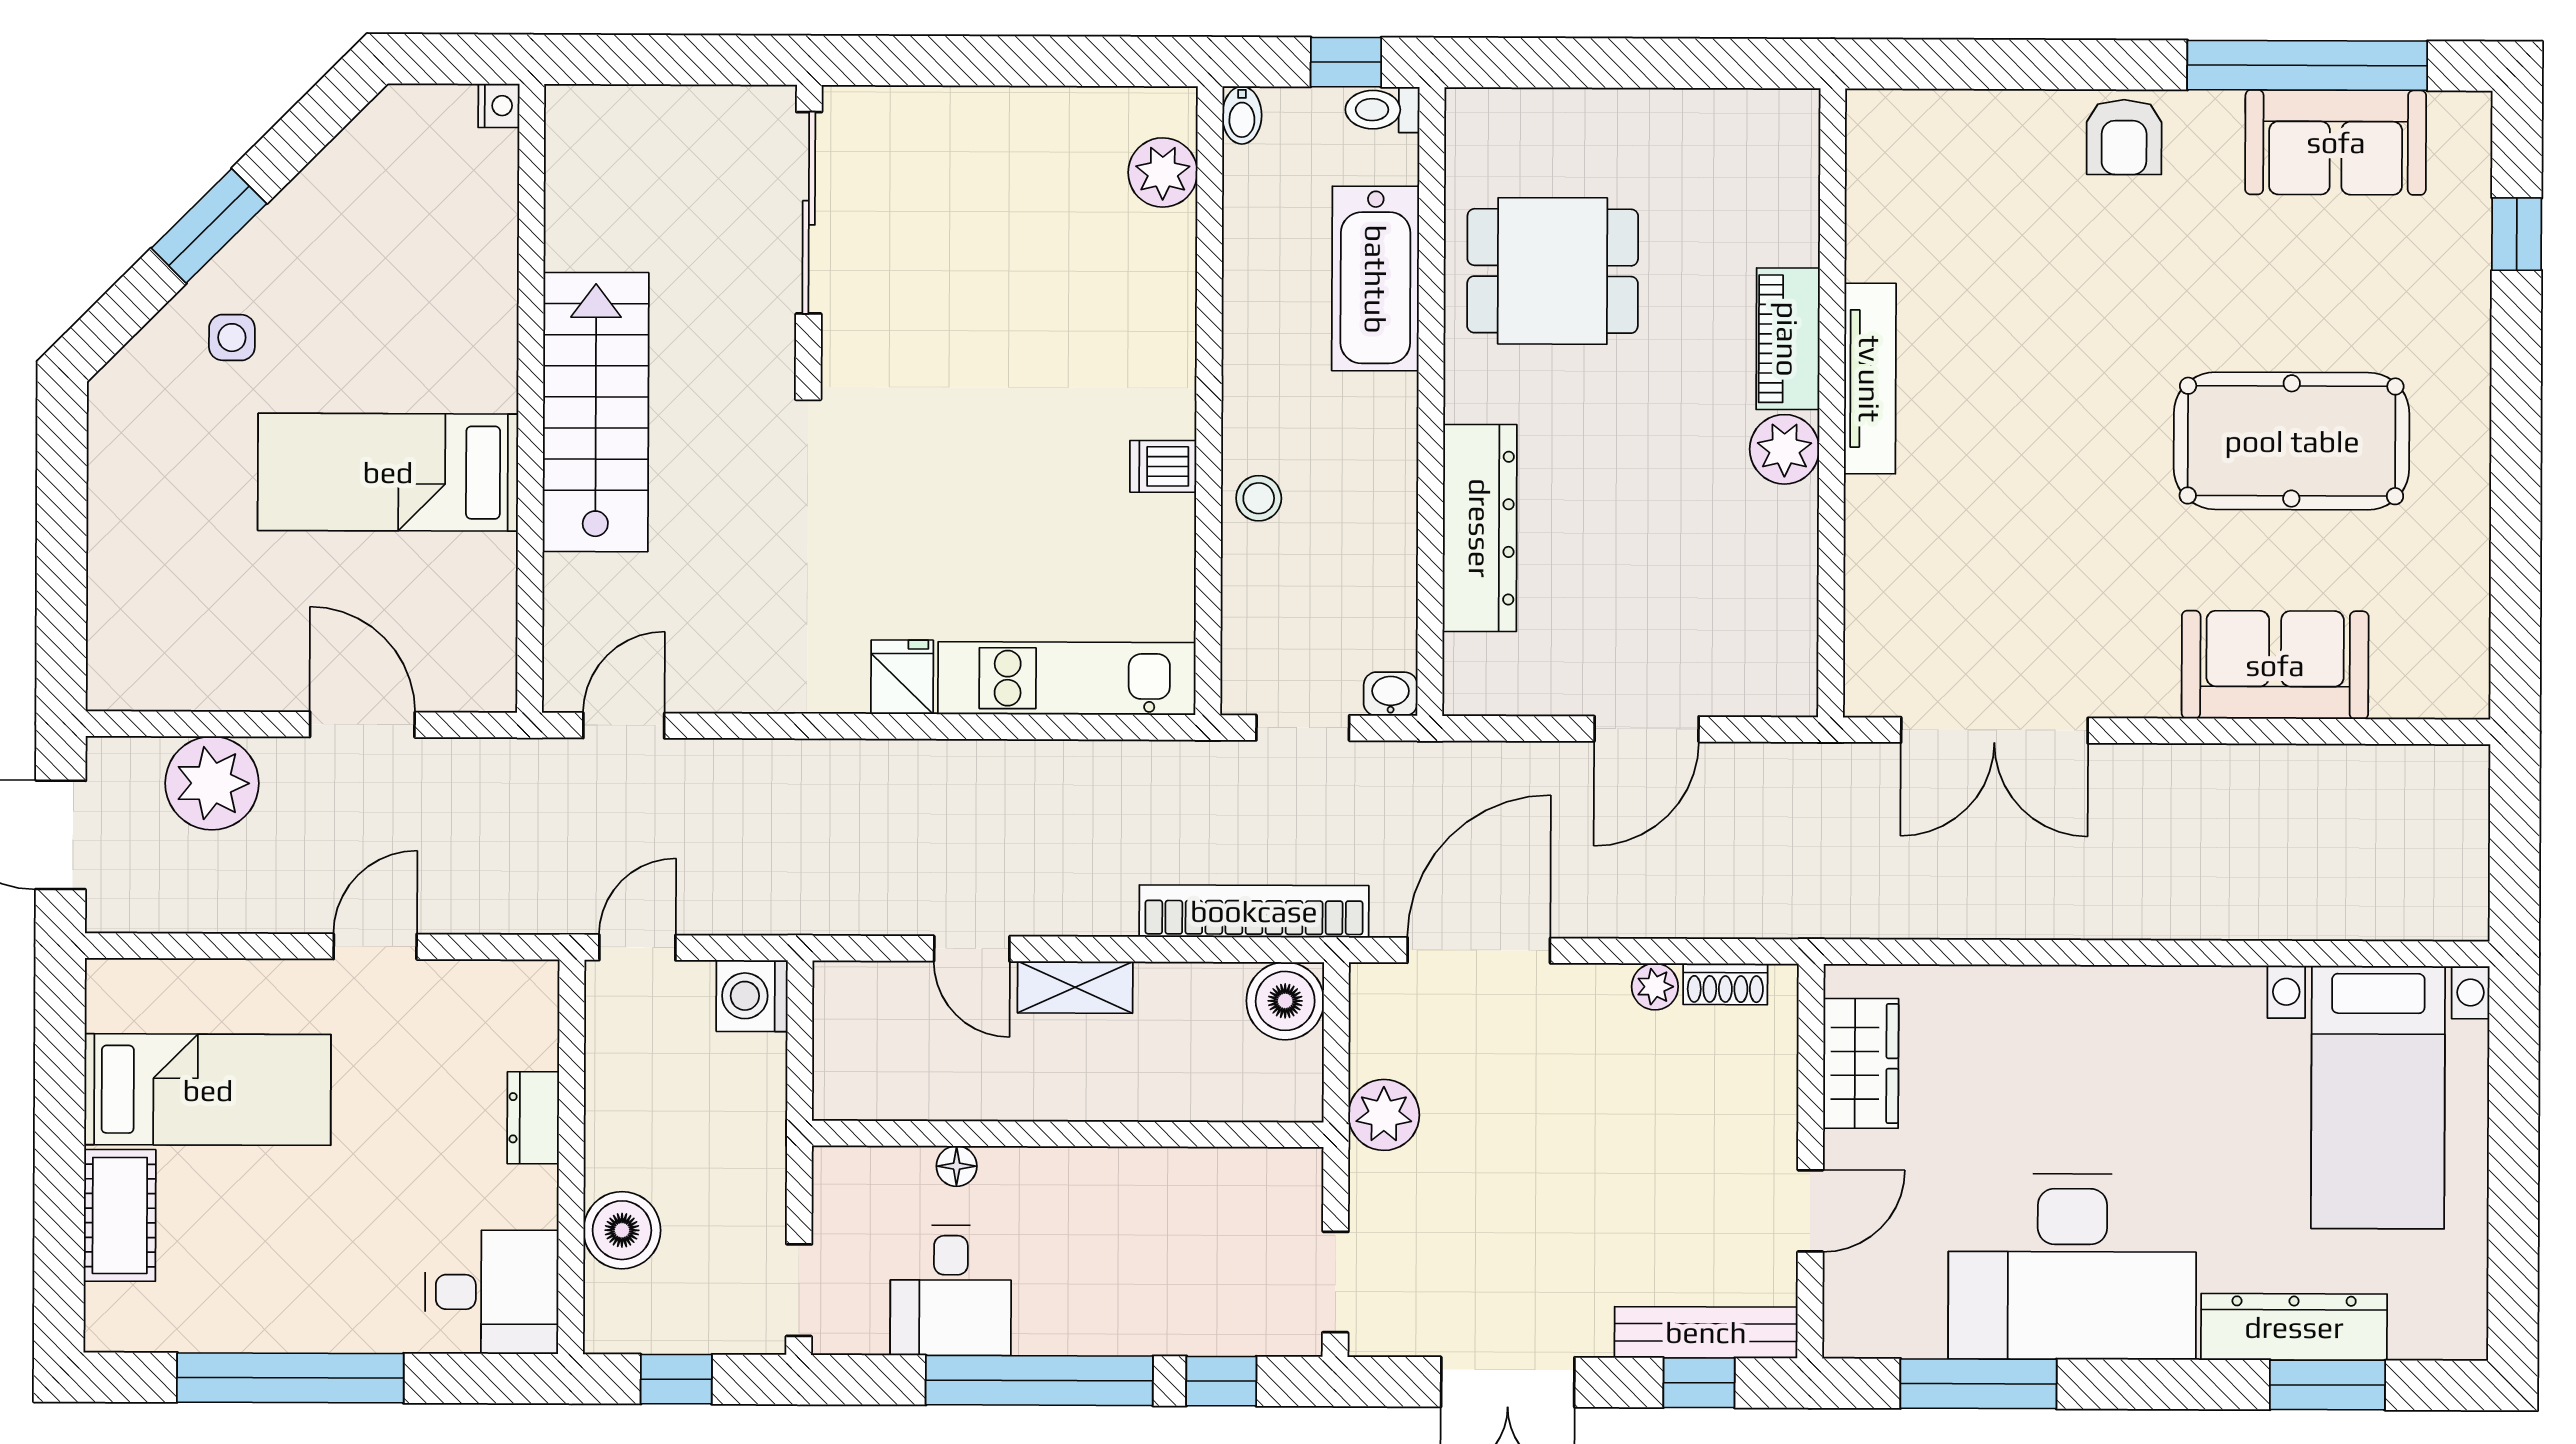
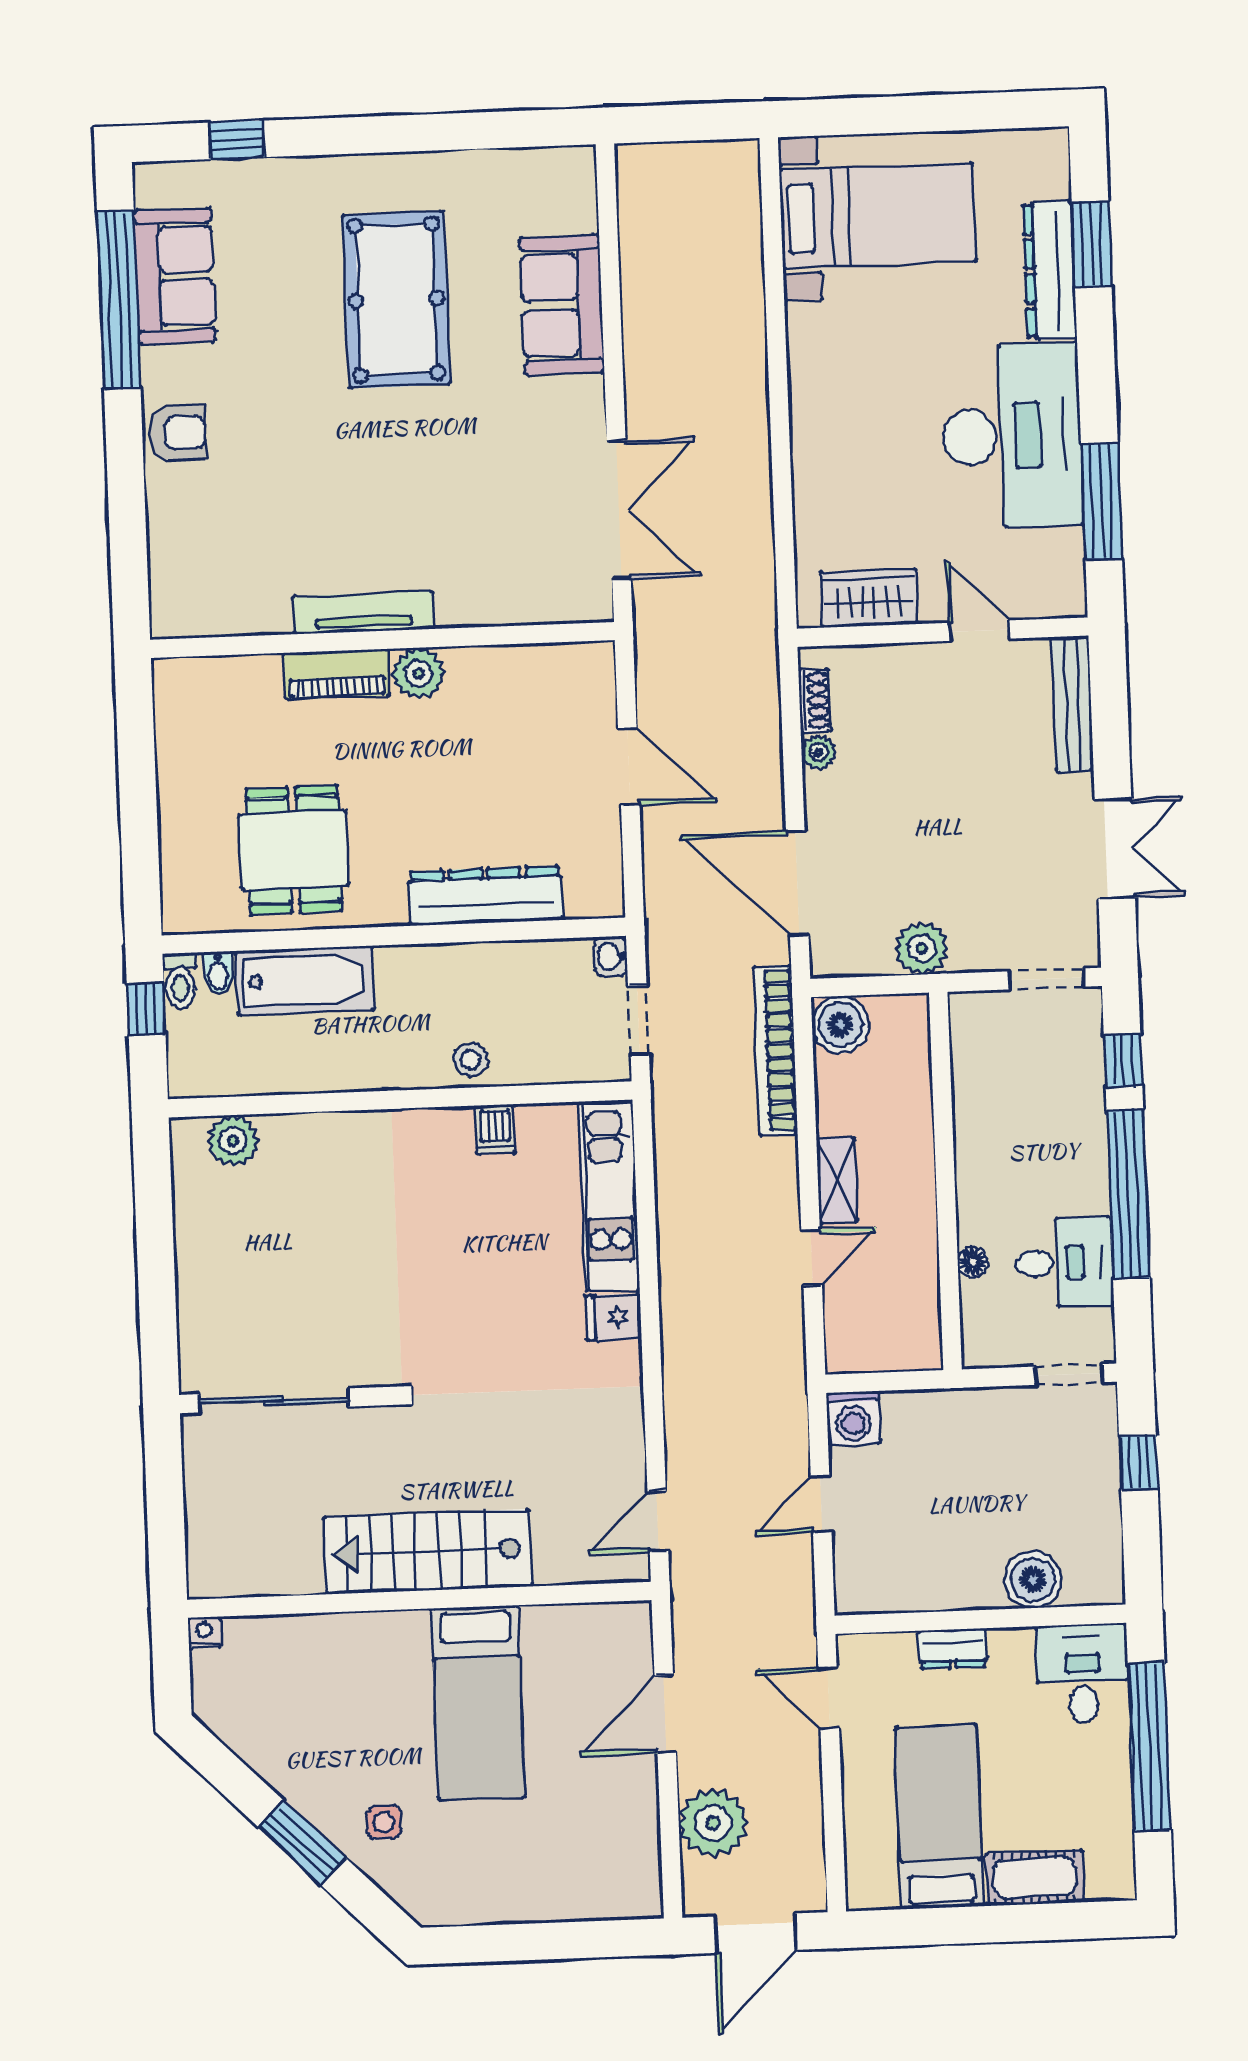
bidet: (1242, 115) -> (218, 973), moved, turned 90
dishwasher: (1163, 466) -> (495, 1129), moved
door: (624, 725) -> (658, 1521), hinge flipped
door: (637, 947) -> (821, 1504), hinge flipped
dresser: (533, 1118) -> (953, 1649), moved
wall: (571, 1157) -> (980, 1619), moved
boiler: (622, 1230) -> (1033, 1580), moved
desk: (492, 1292) -> (1083, 1674), moved
window: (1699, 1383) -> (1109, 708), removed

